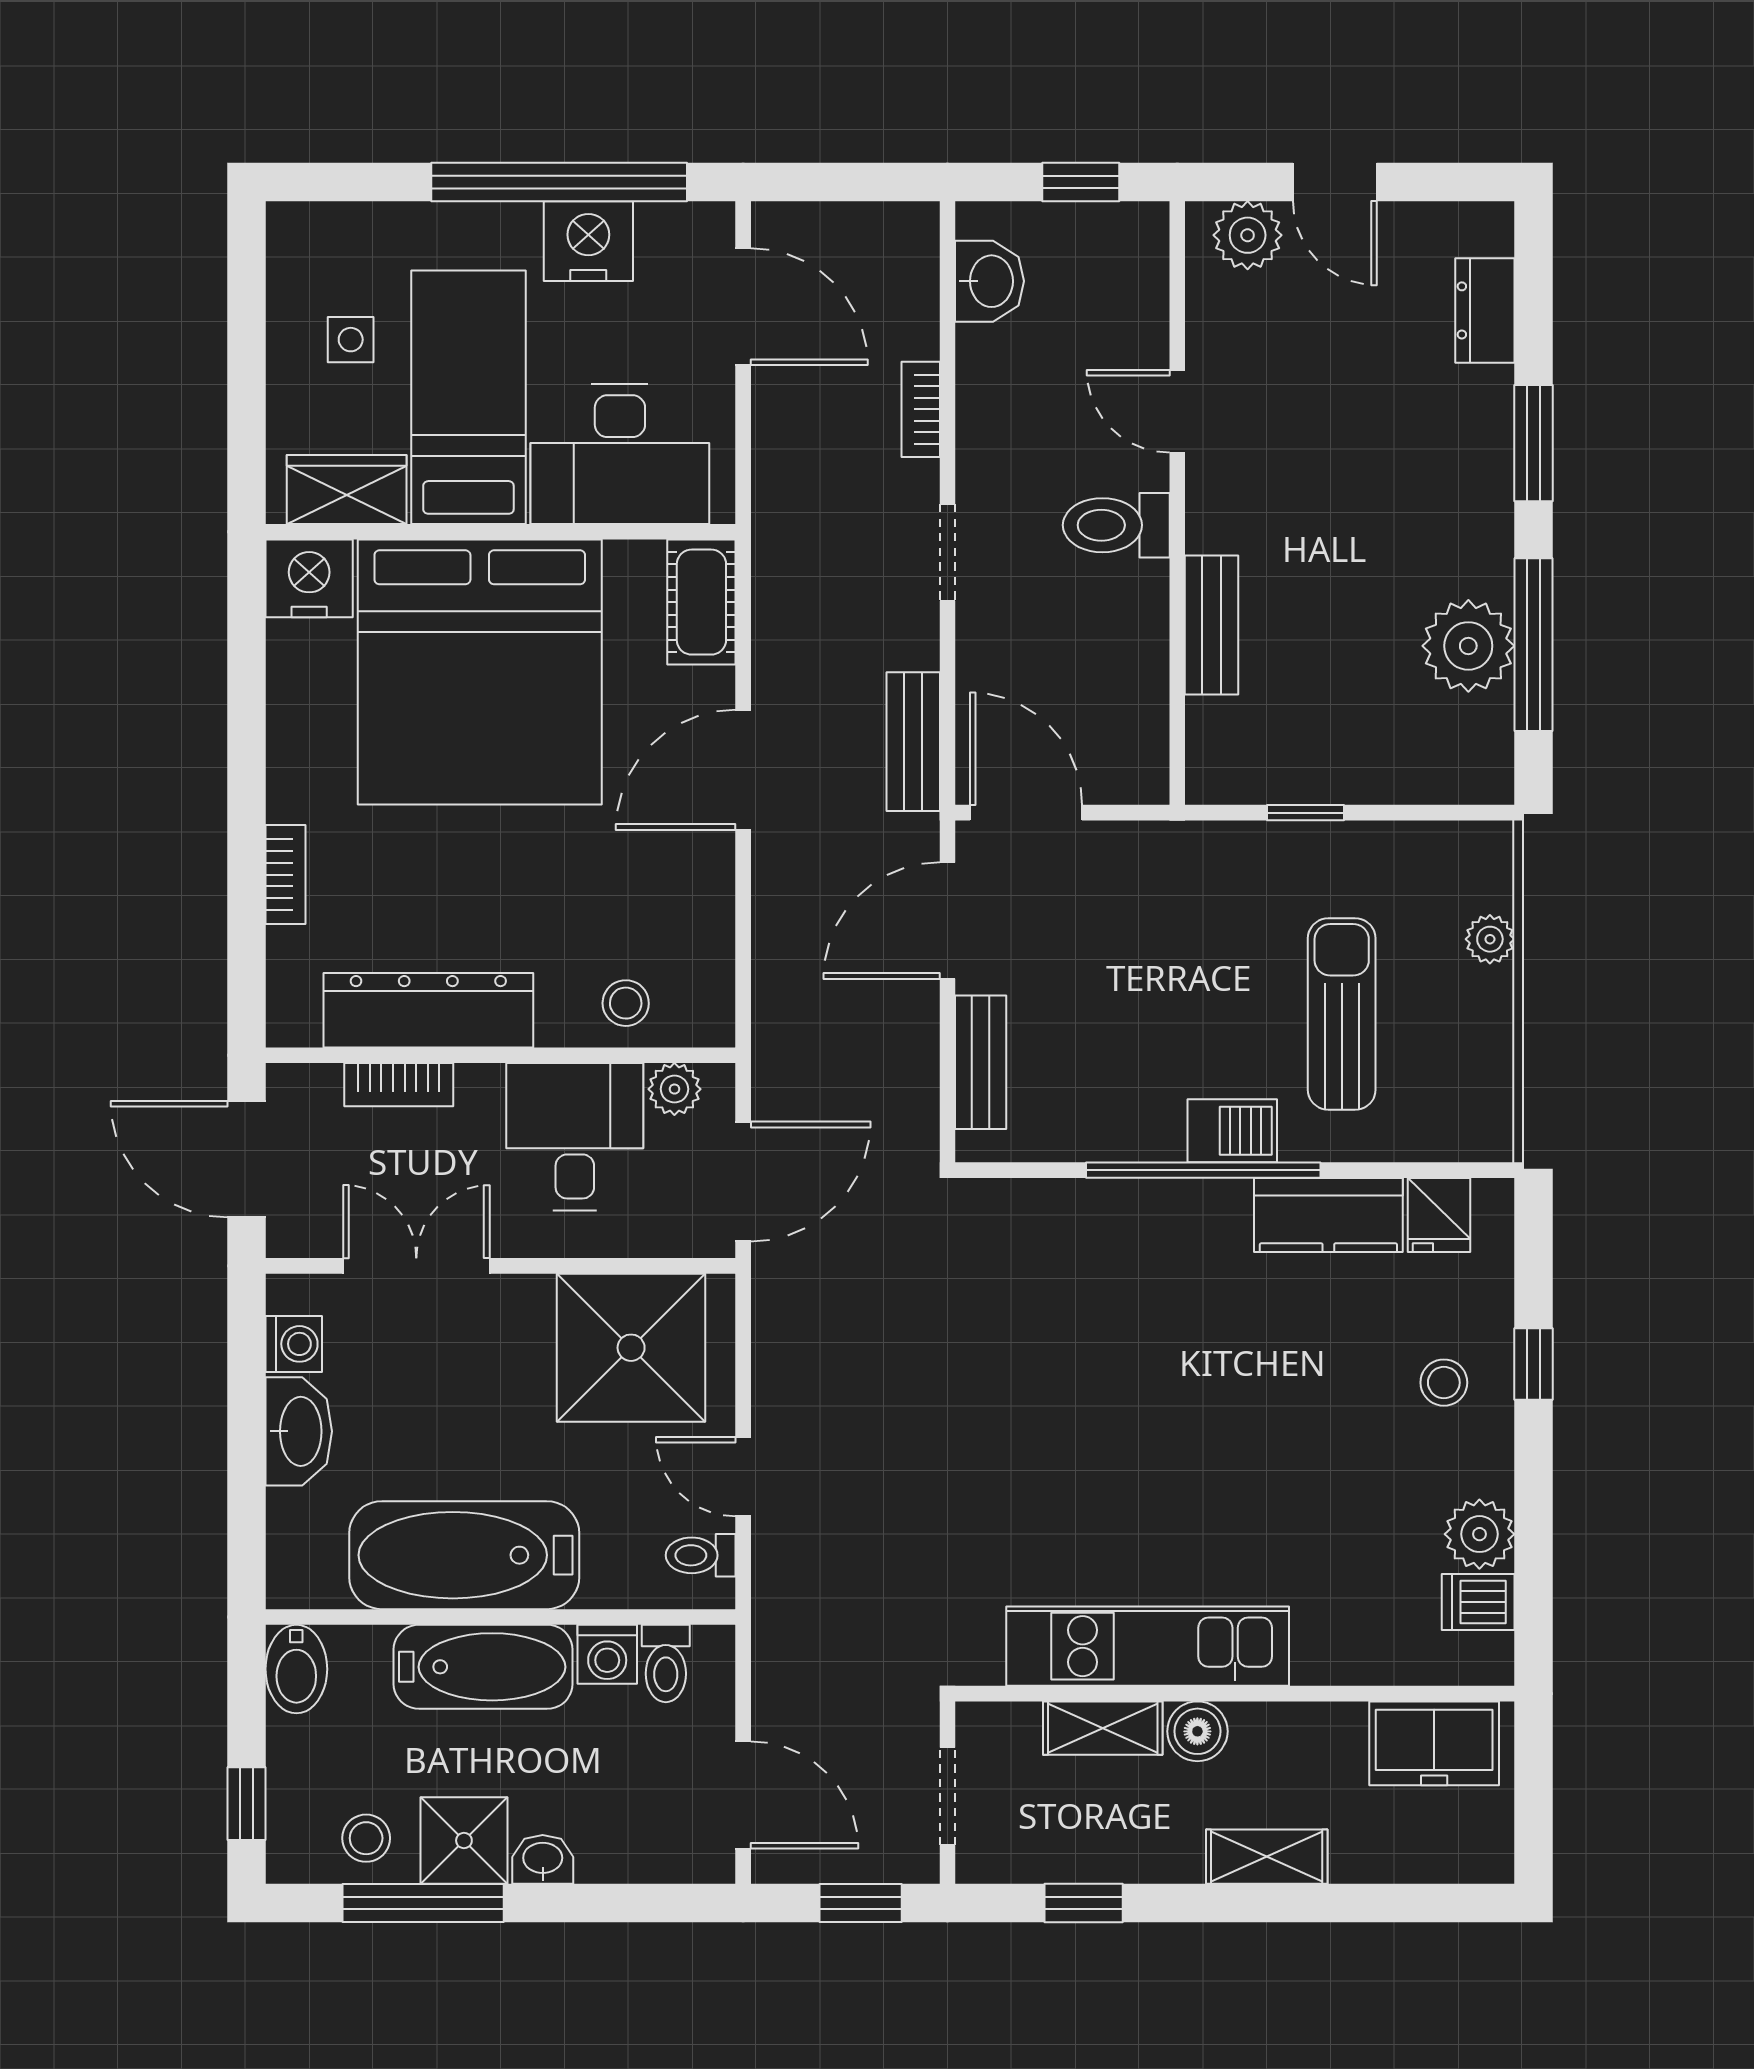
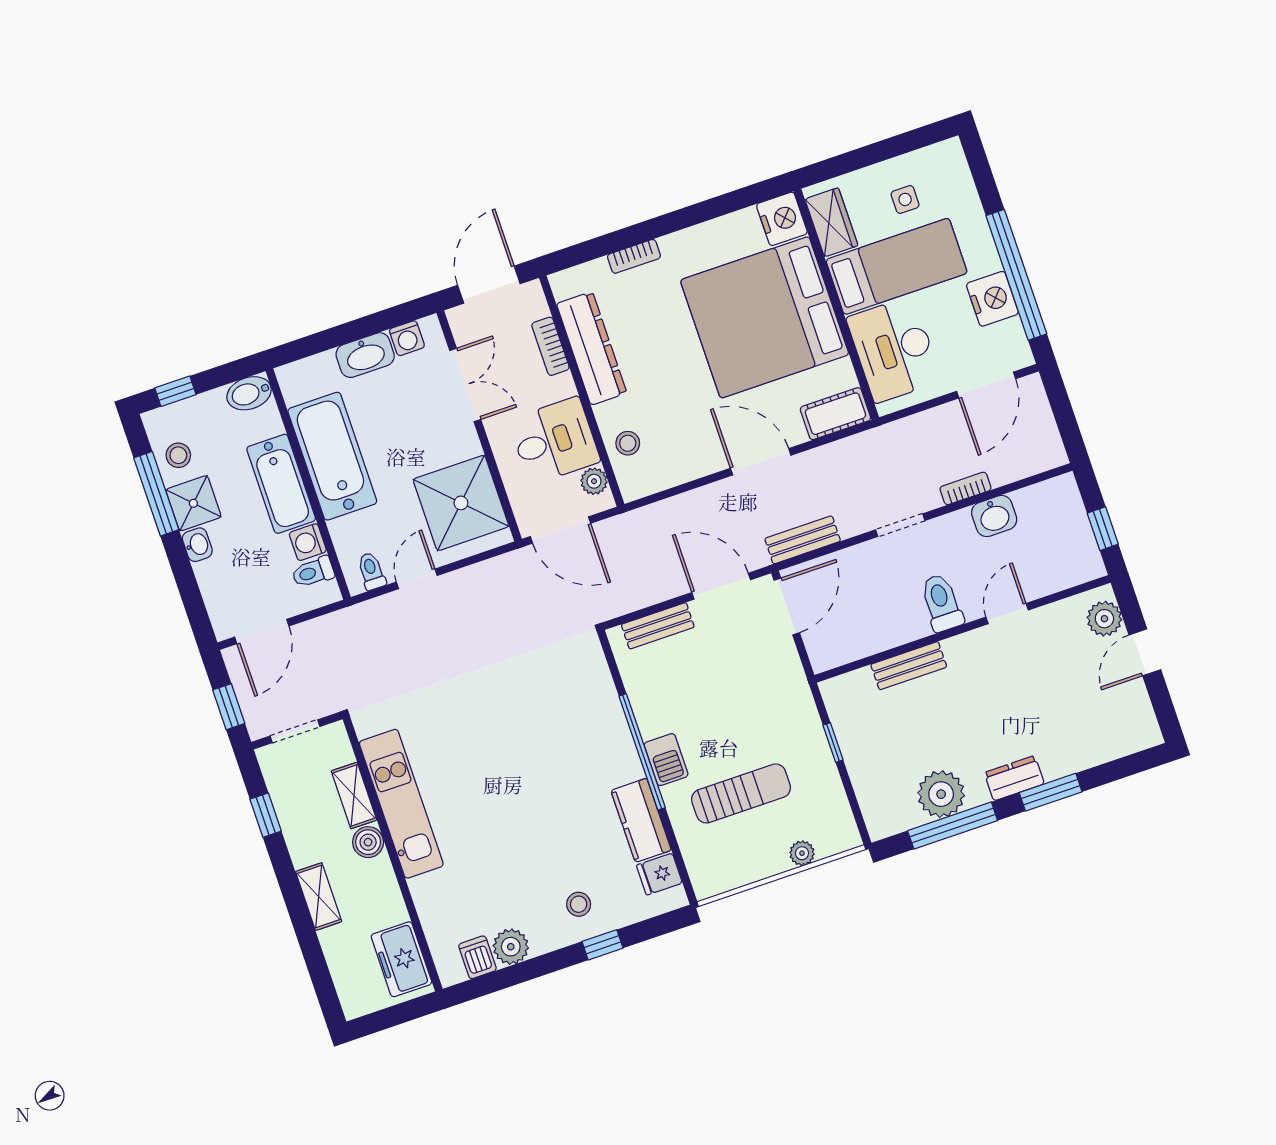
washbasin: (989, 281) -> (994, 516), moved
dresser: (1485, 310) -> (1014, 778), moved

